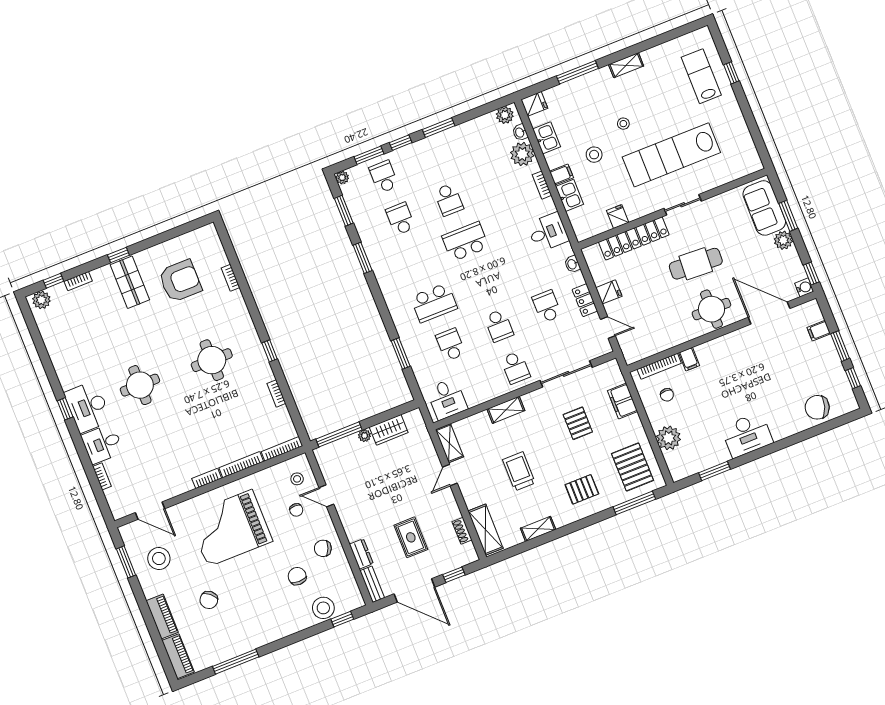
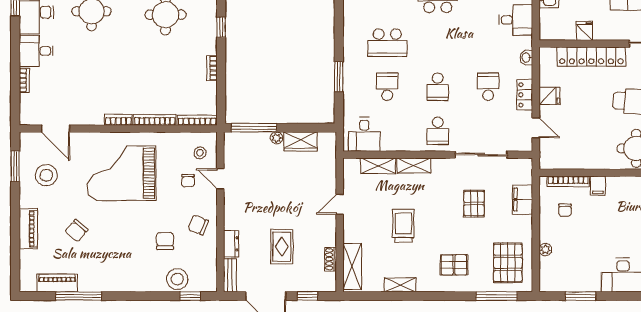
plant: (669, 438) -> (545, 250), width x0.53, depth x0.53
shelving: (449, 443) -> (378, 166), moved, turned 90
piano: (178, 656) -> (57, 283), moved, turned -90

